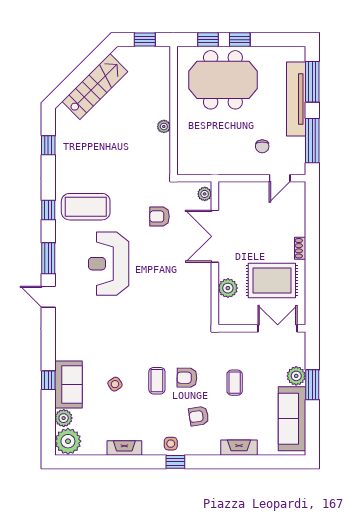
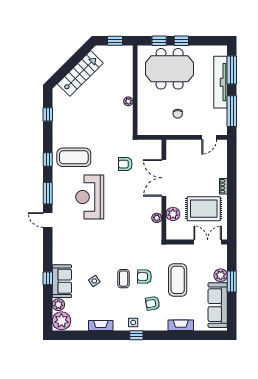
chair: (262, 146) -> (178, 114), moved
plant: (205, 194) -> (157, 218), moved
coffee table: (235, 383) -> (178, 280), width x1.86, depth x1.72

